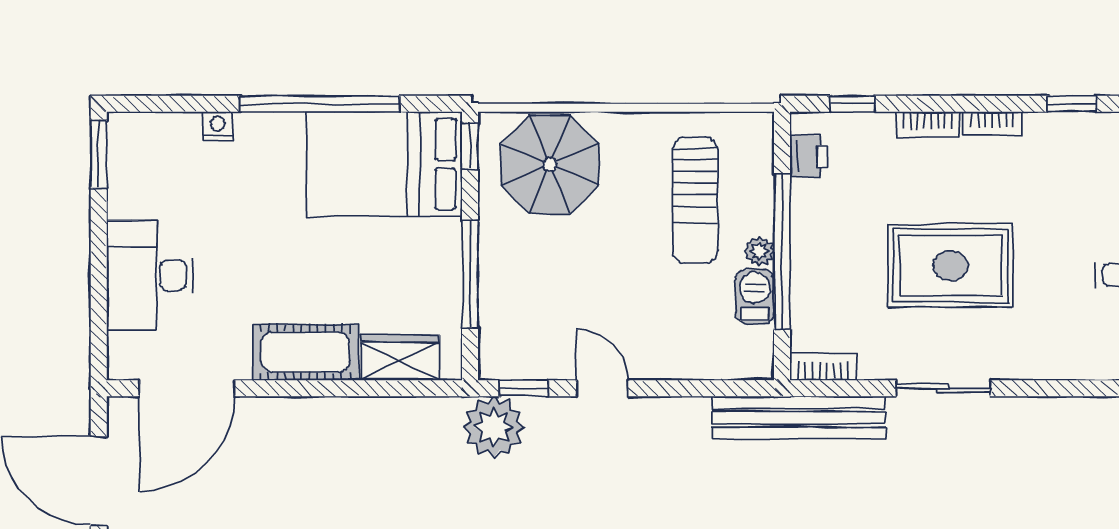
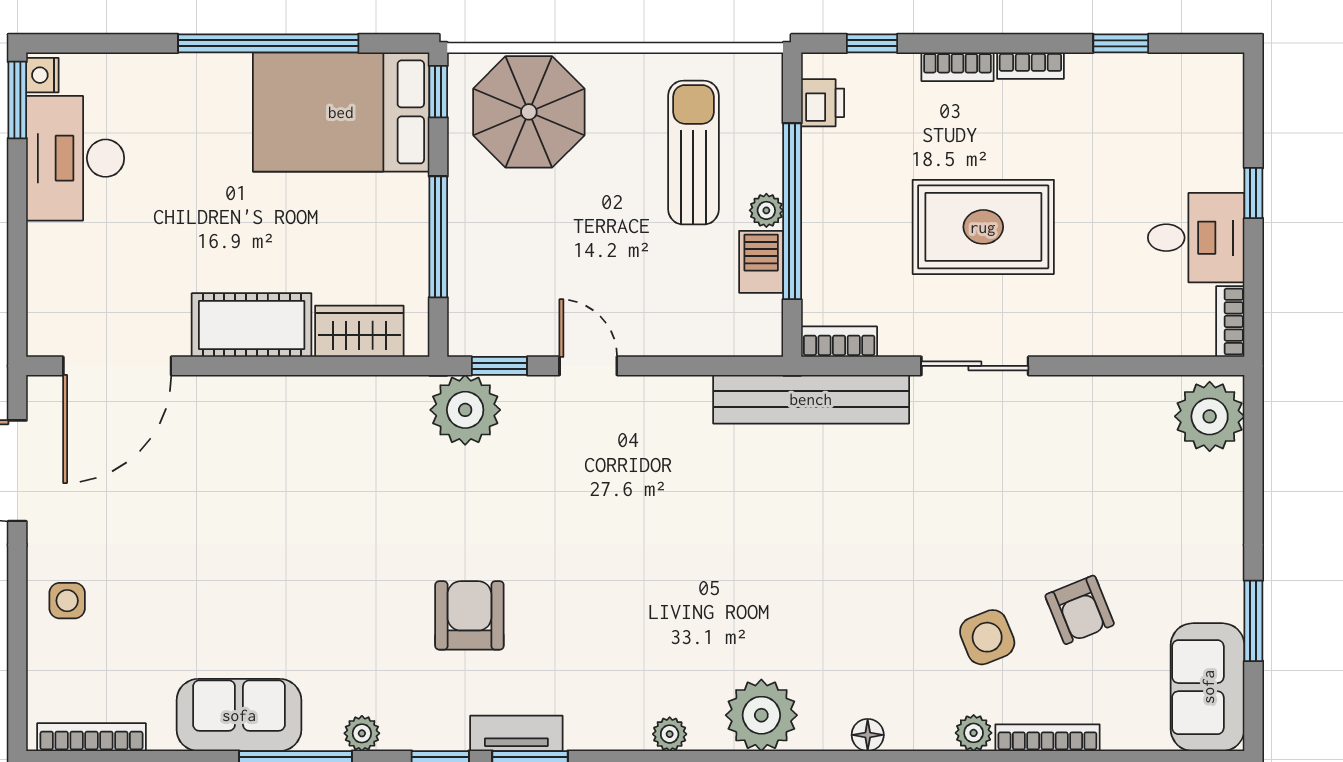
nightstand: (218, 126) -> (42, 75), moved, turned -90
sun lounger: (695, 200) -> (693, 153), turned 180
desk: (150, 275) -> (75, 158), moved

